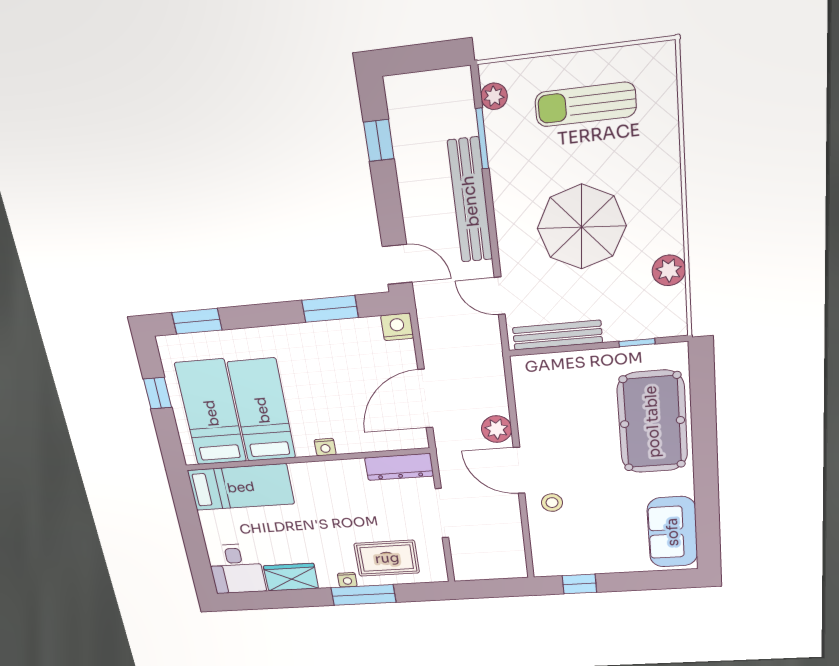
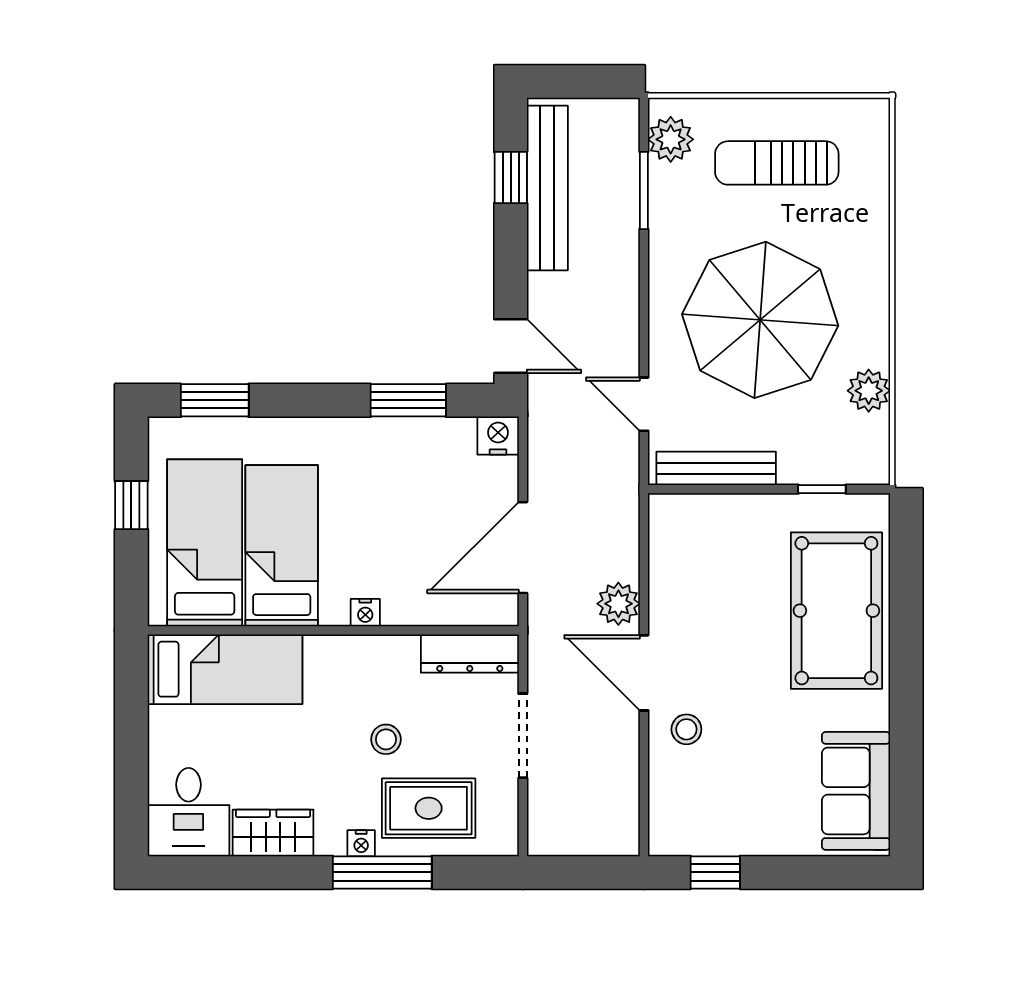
plant: (494, 96) -> (671, 139), width x1.38, depth x1.38
bench: (470, 201) -> (547, 188), moved
parasol: (582, 227) -> (760, 320), width x1.36, depth x1.36
stool: (352, 521) -> (386, 739), added

